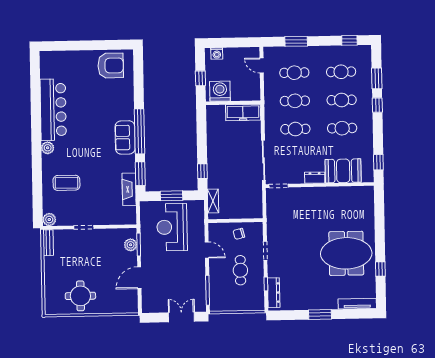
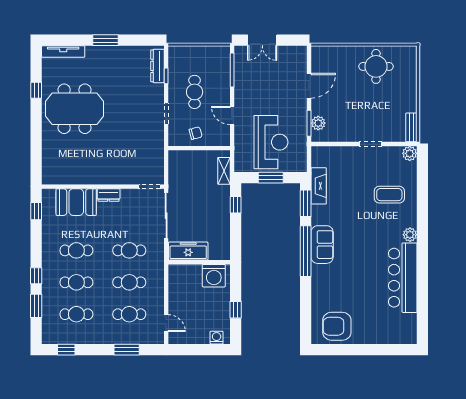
washing machine: (220, 91) -> (214, 276), moved
wall: (233, 103) -> (199, 262), moved
freezer: (243, 112) -> (188, 251), moved

